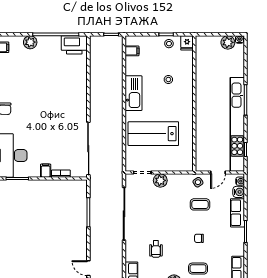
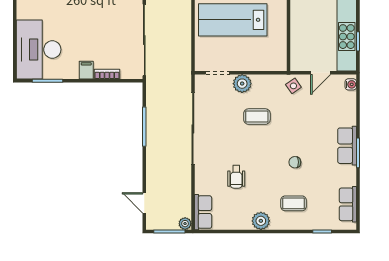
water cooler: (239, 192) -> (349, 99), removed
coffee table: (200, 204) -> (257, 117), moved
row of seats: (237, 213) -> (347, 146), moved

